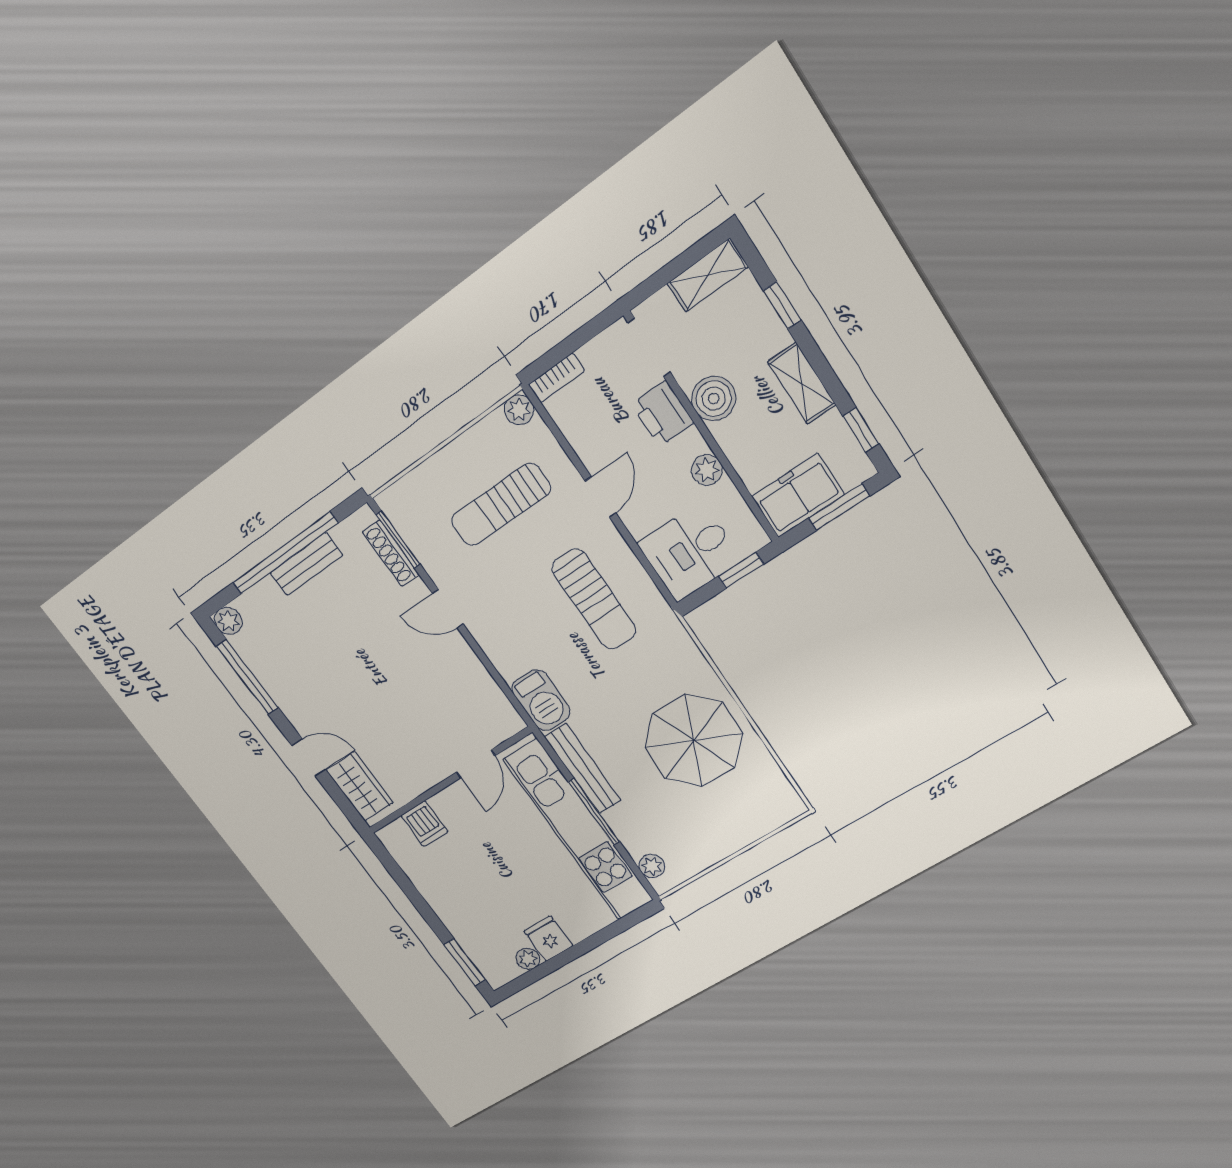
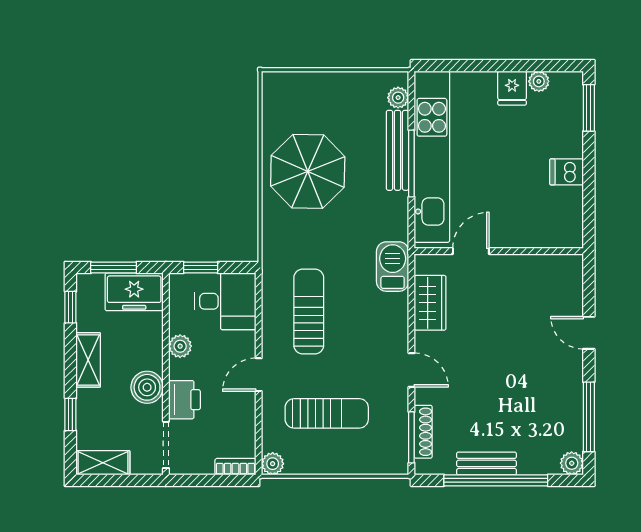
bench: (583, 769) -> (398, 150), moved
wardrobe: (360, 787) -> (430, 303), moved, turned 180
dishwasher: (424, 824) -> (566, 172), moved, turned -90

